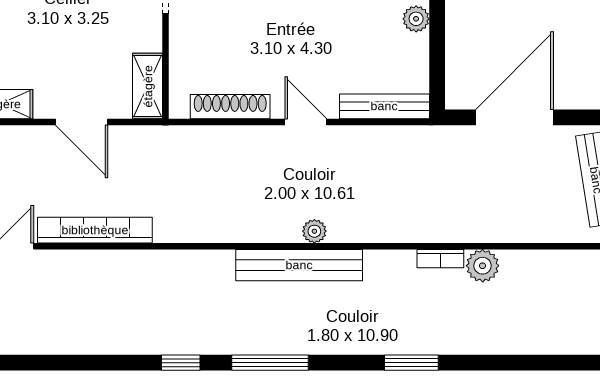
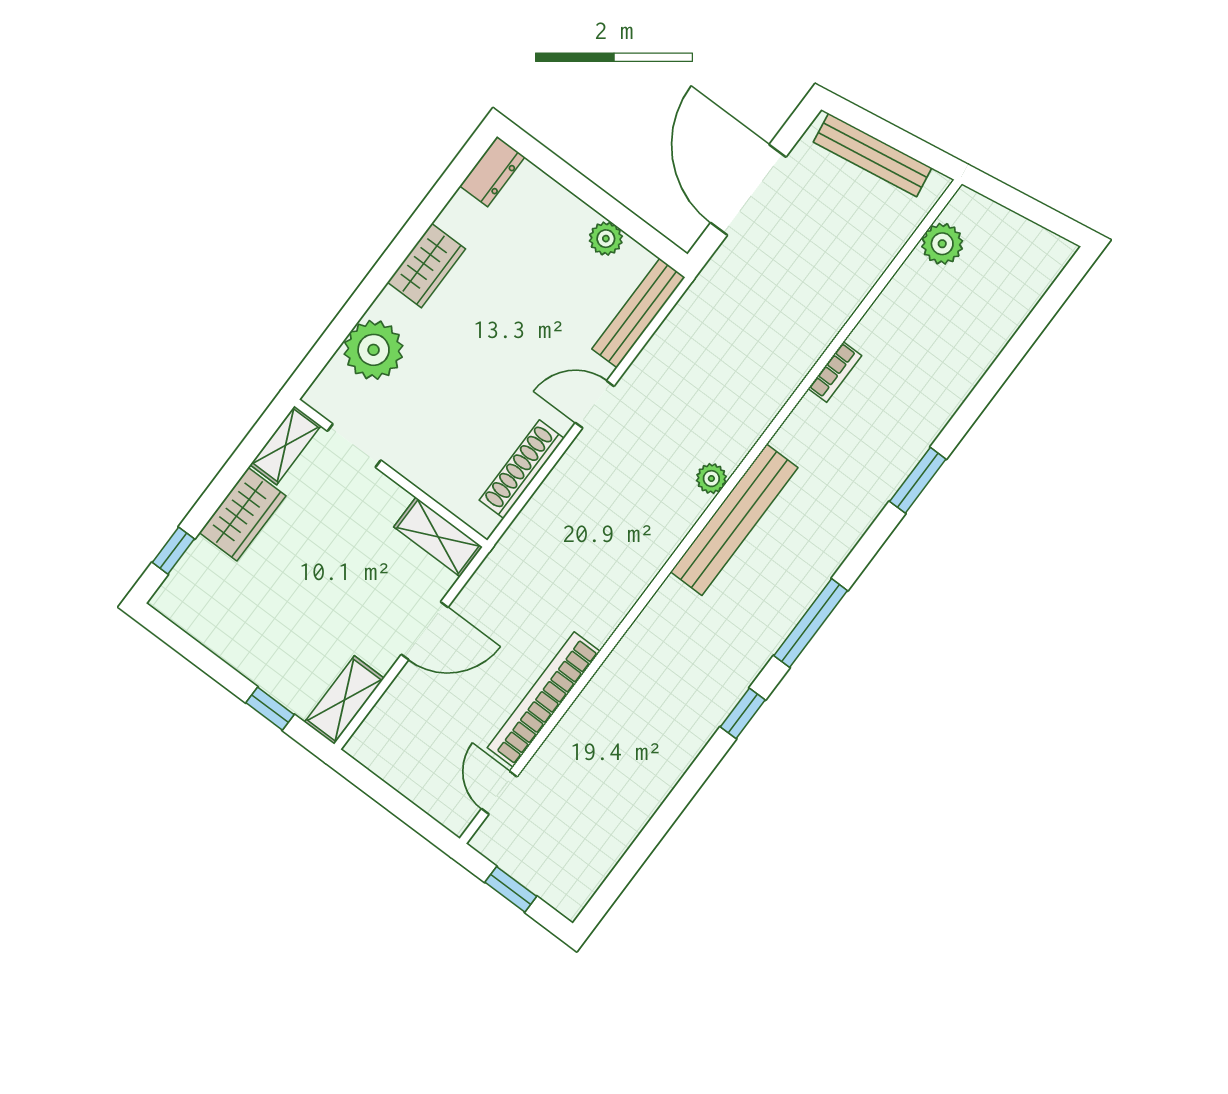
plant: (416, 19) -> (606, 239), moved
plant: (483, 266) -> (942, 244), moved

